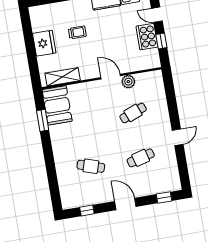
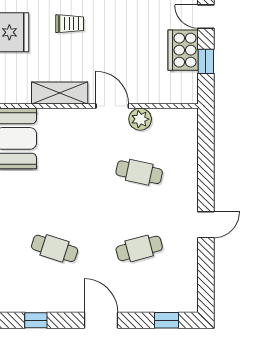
shelving: (63, 77) -> (60, 93), moved
cafe table: (133, 113) -> (139, 172), turned 33

